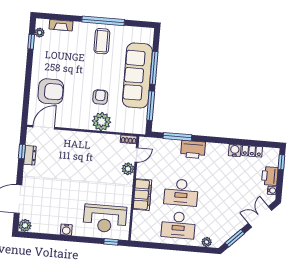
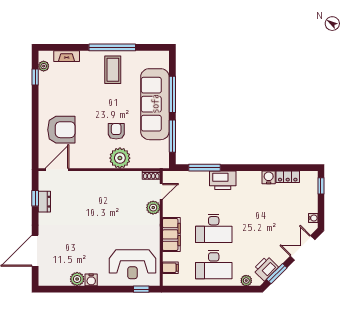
printer: (270, 176) -> (266, 268), moved, turned 45
plant: (25, 225) -> (77, 279), moved
filing cabinet: (139, 225) -> (170, 268), added

